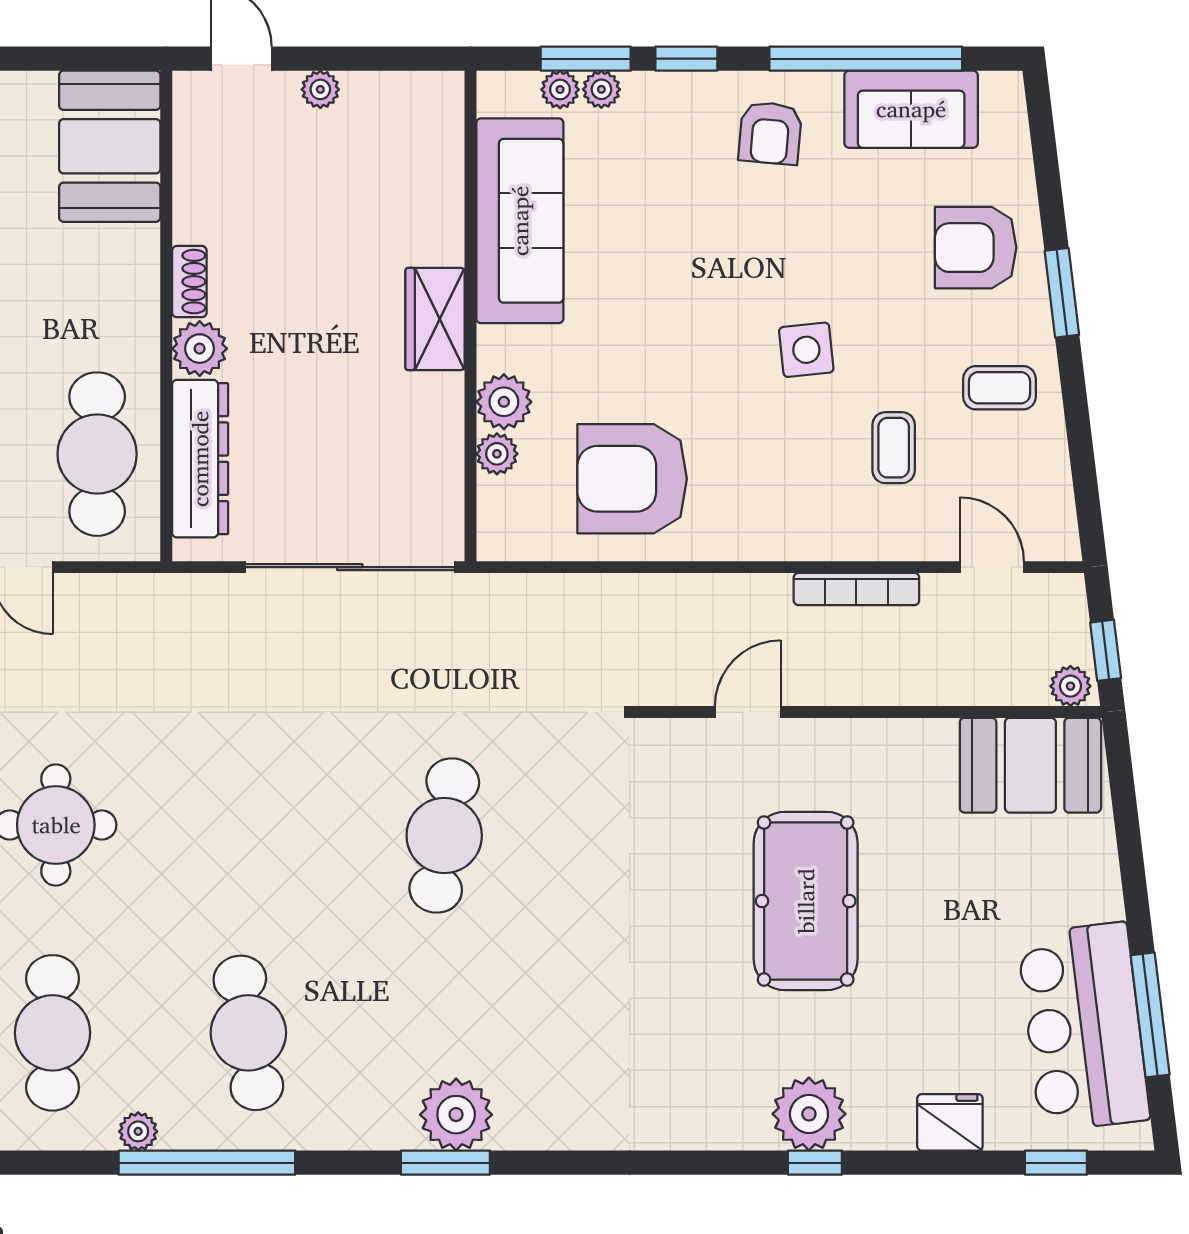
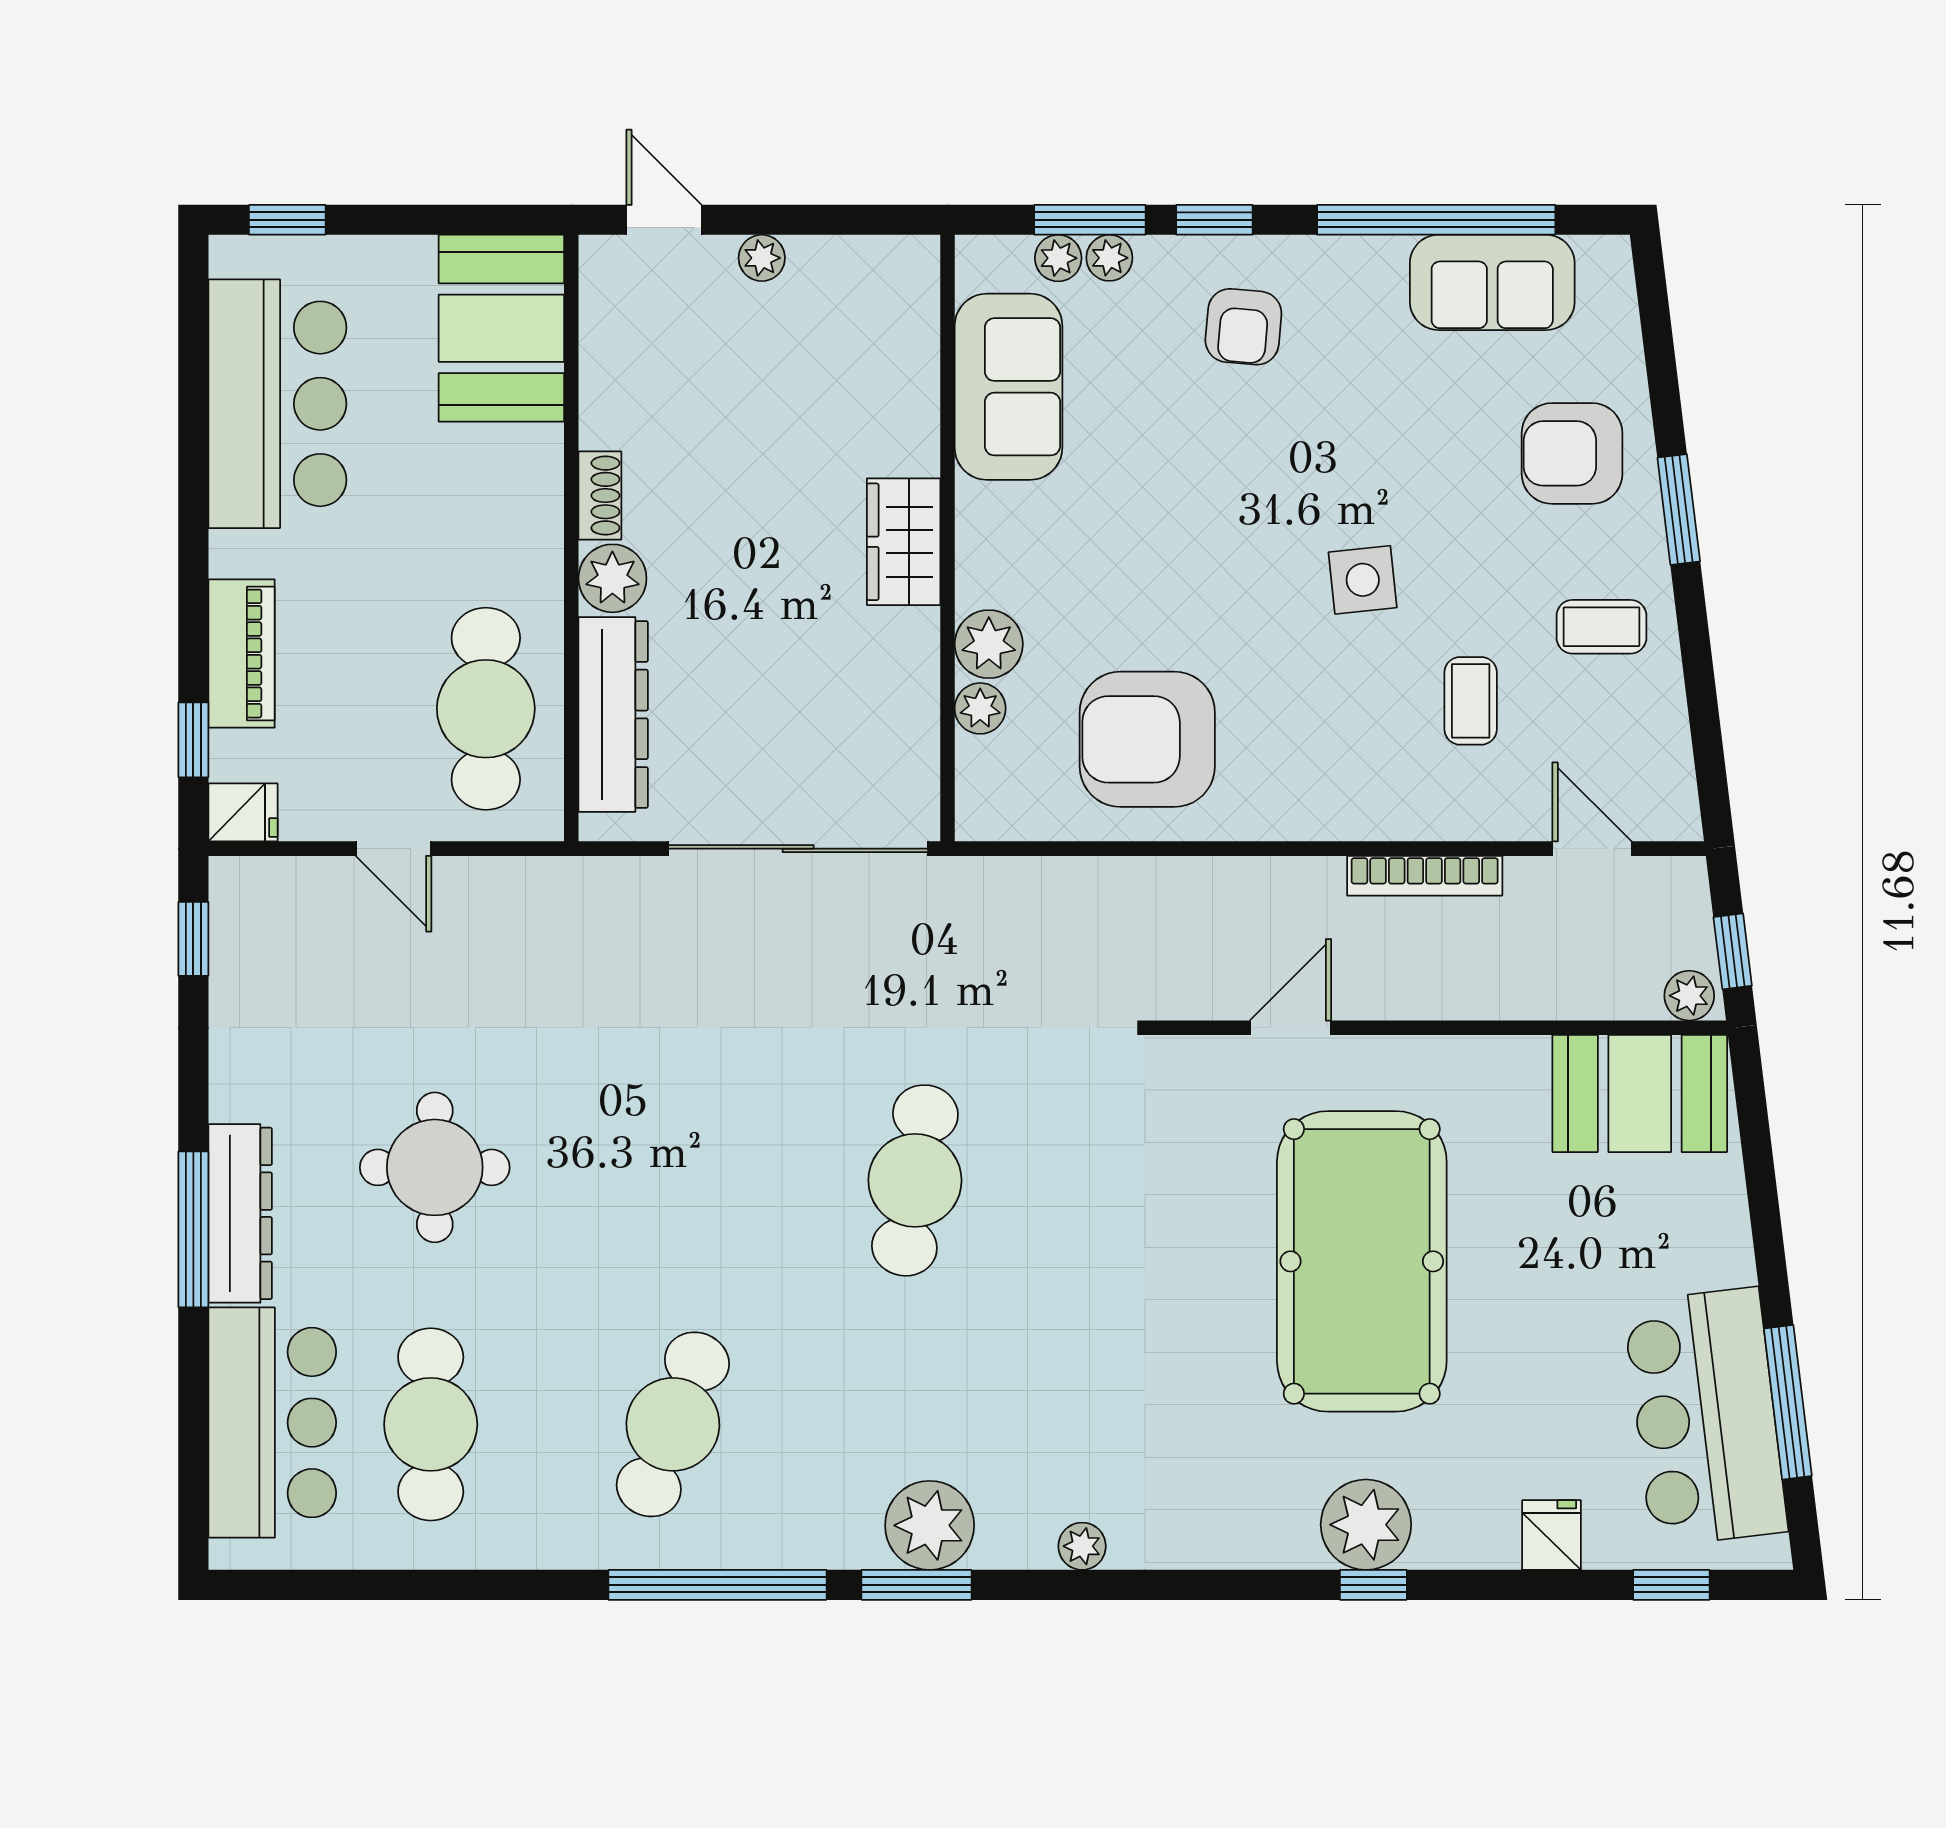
armchair: (770, 133) -> (1243, 327), moved
sofa: (520, 221) -> (1009, 387), width x0.73
pool table: (806, 901) -> (1362, 1261), width x1.36, depth x1.32
cafe table: (248, 1033) -> (673, 1424), turned 30
fridge: (950, 1122) -> (1551, 1535), width x0.72
plant: (138, 1131) -> (1082, 1546), moved
window: (207, 1163) -> (717, 1585), moved

